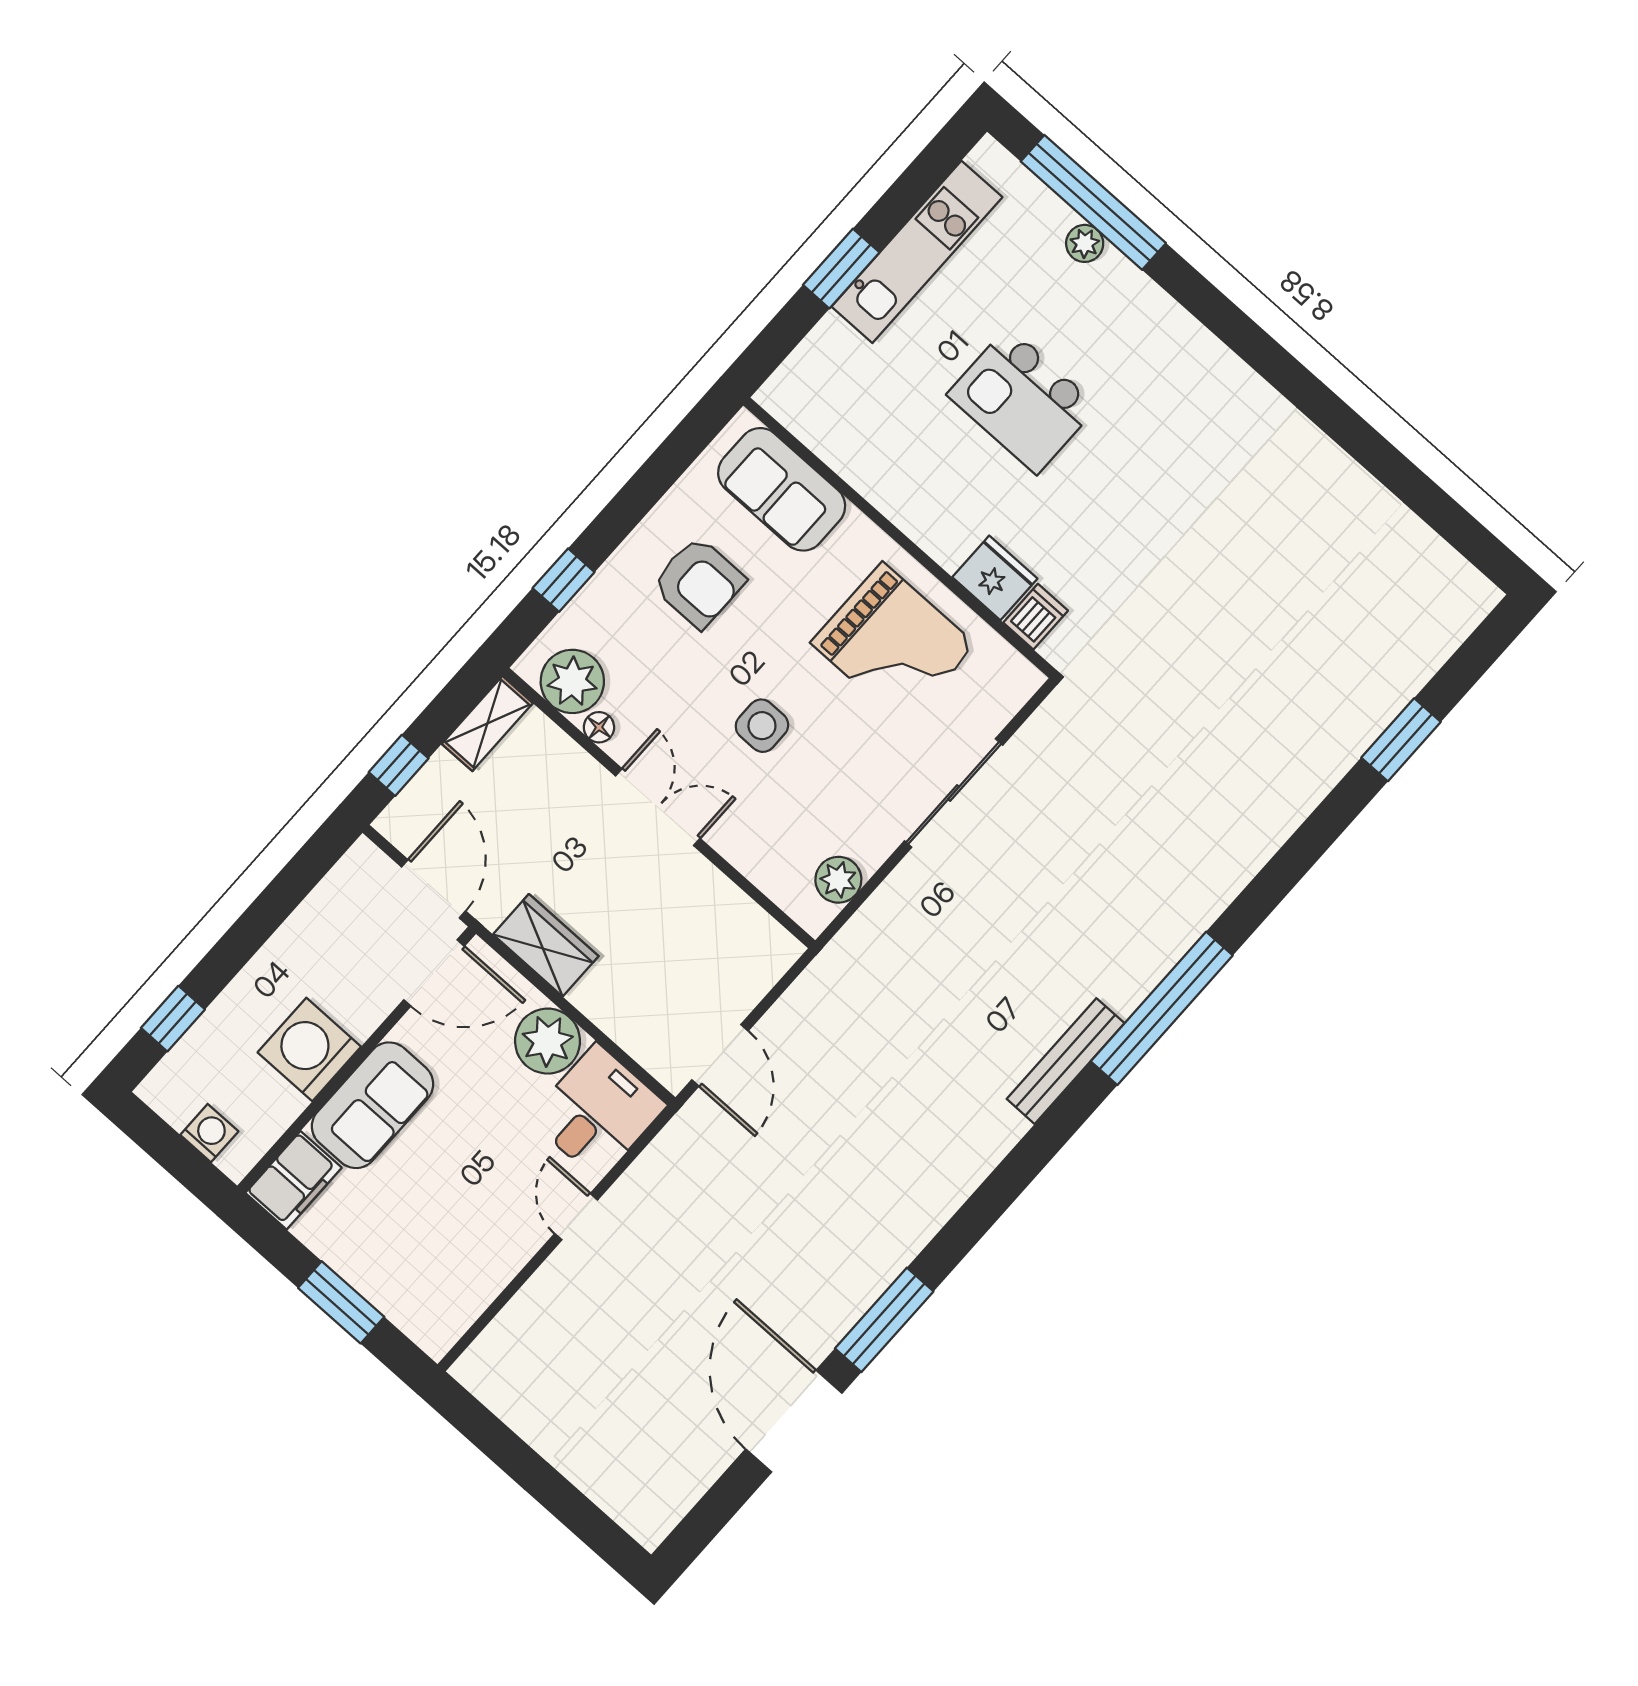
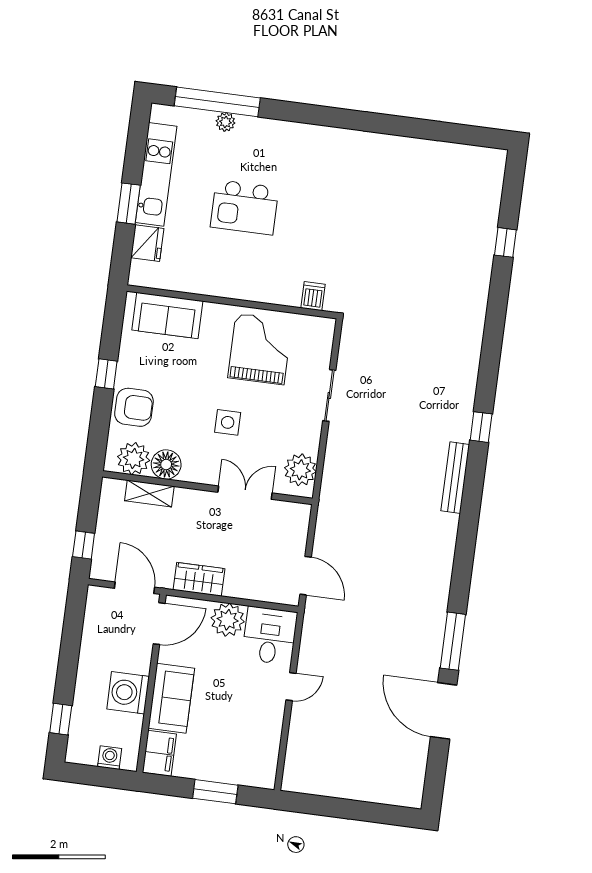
fridge: (995, 578) -> (147, 243), moved, turned 90
window: (564, 580) -> (106, 374), moved
armchair: (699, 582) -> (134, 407), moved
grand piano: (893, 644) -> (260, 349), turned -90
shelving: (487, 724) -> (149, 494), moved, turned 90
floor lamp: (599, 727) -> (166, 464), width x1.89, depth x1.89
window: (1401, 740) -> (505, 242), width x0.67
sliding door: (954, 793) -> (329, 395), width x0.73
double door: (658, 807) -> (245, 493), moved
plant: (838, 880) -> (300, 470), width x1.36, depth x1.36
window: (1162, 1008) -> (481, 427), width x0.32
door: (576, 1217) -> (291, 687), swing flipped

